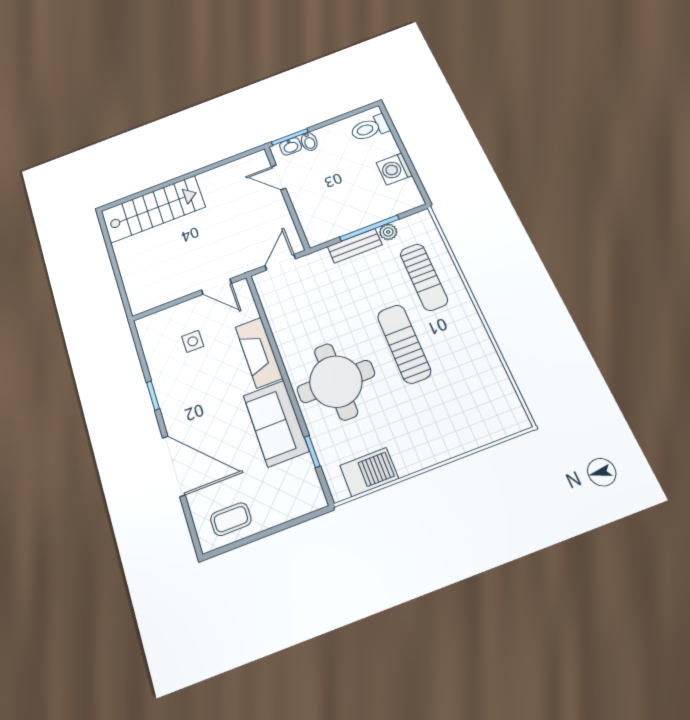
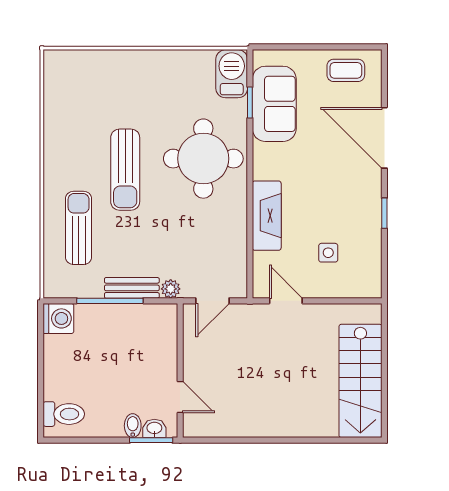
washing machine: (394, 169) -> (58, 318), moved
stairs: (153, 209) -> (360, 381), moved, turned -90
plant: (388, 232) -> (171, 289), moved
sofa: (276, 423) -> (274, 104), moved
barbecue: (369, 472) -> (232, 74), moved, turned 90

